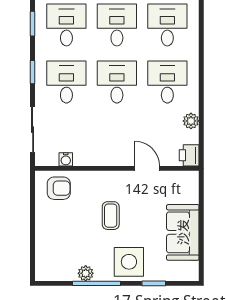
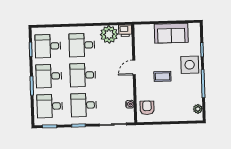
plant: (191, 121) -> (109, 34), width x1.87, depth x1.87
door: (147, 168) -> (134, 67), moved
plant: (86, 273) -> (198, 109), moved

